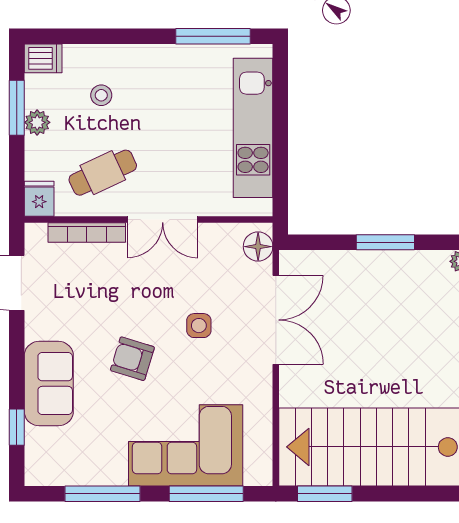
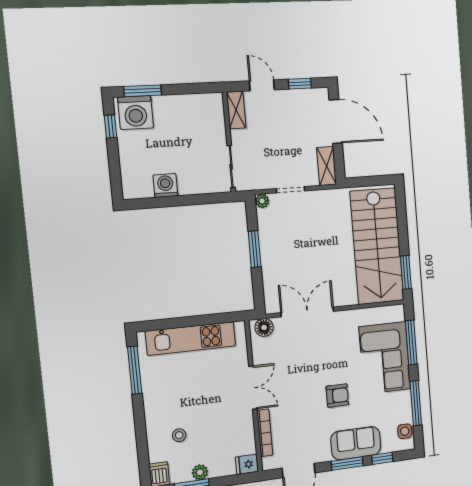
cafe table: (103, 173) -> (227, 428), removed
side table: (199, 326) -> (405, 431), moved
armchair: (132, 359) -> (337, 396), turned -107
window: (17, 366) -> (347, 463), added

